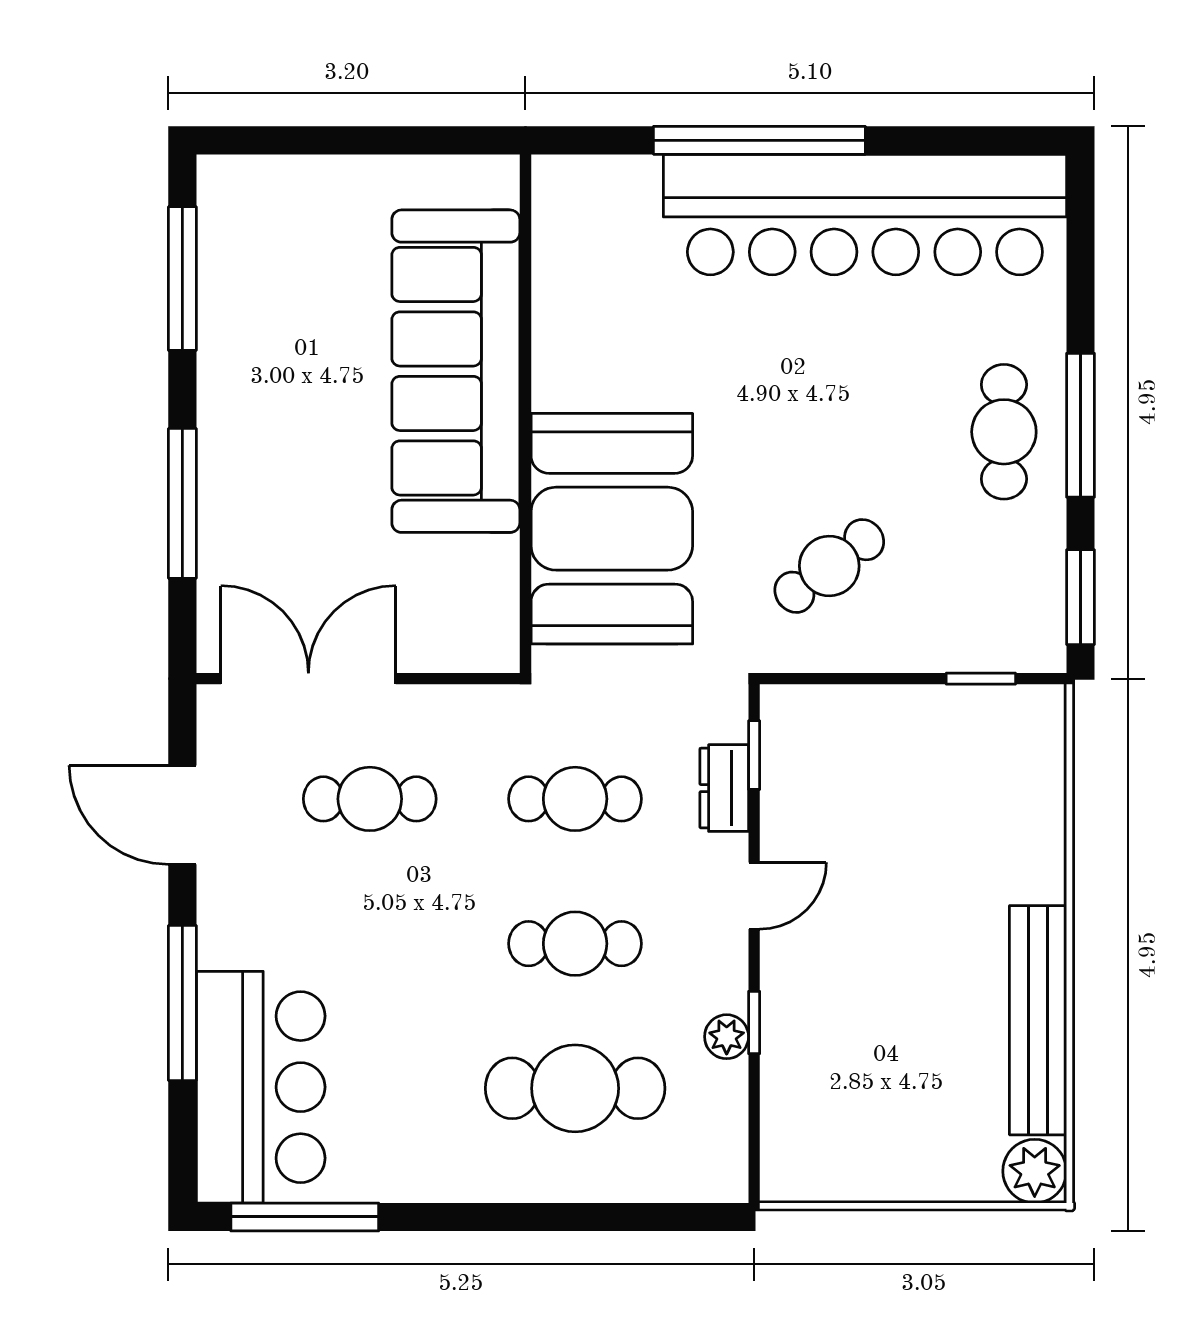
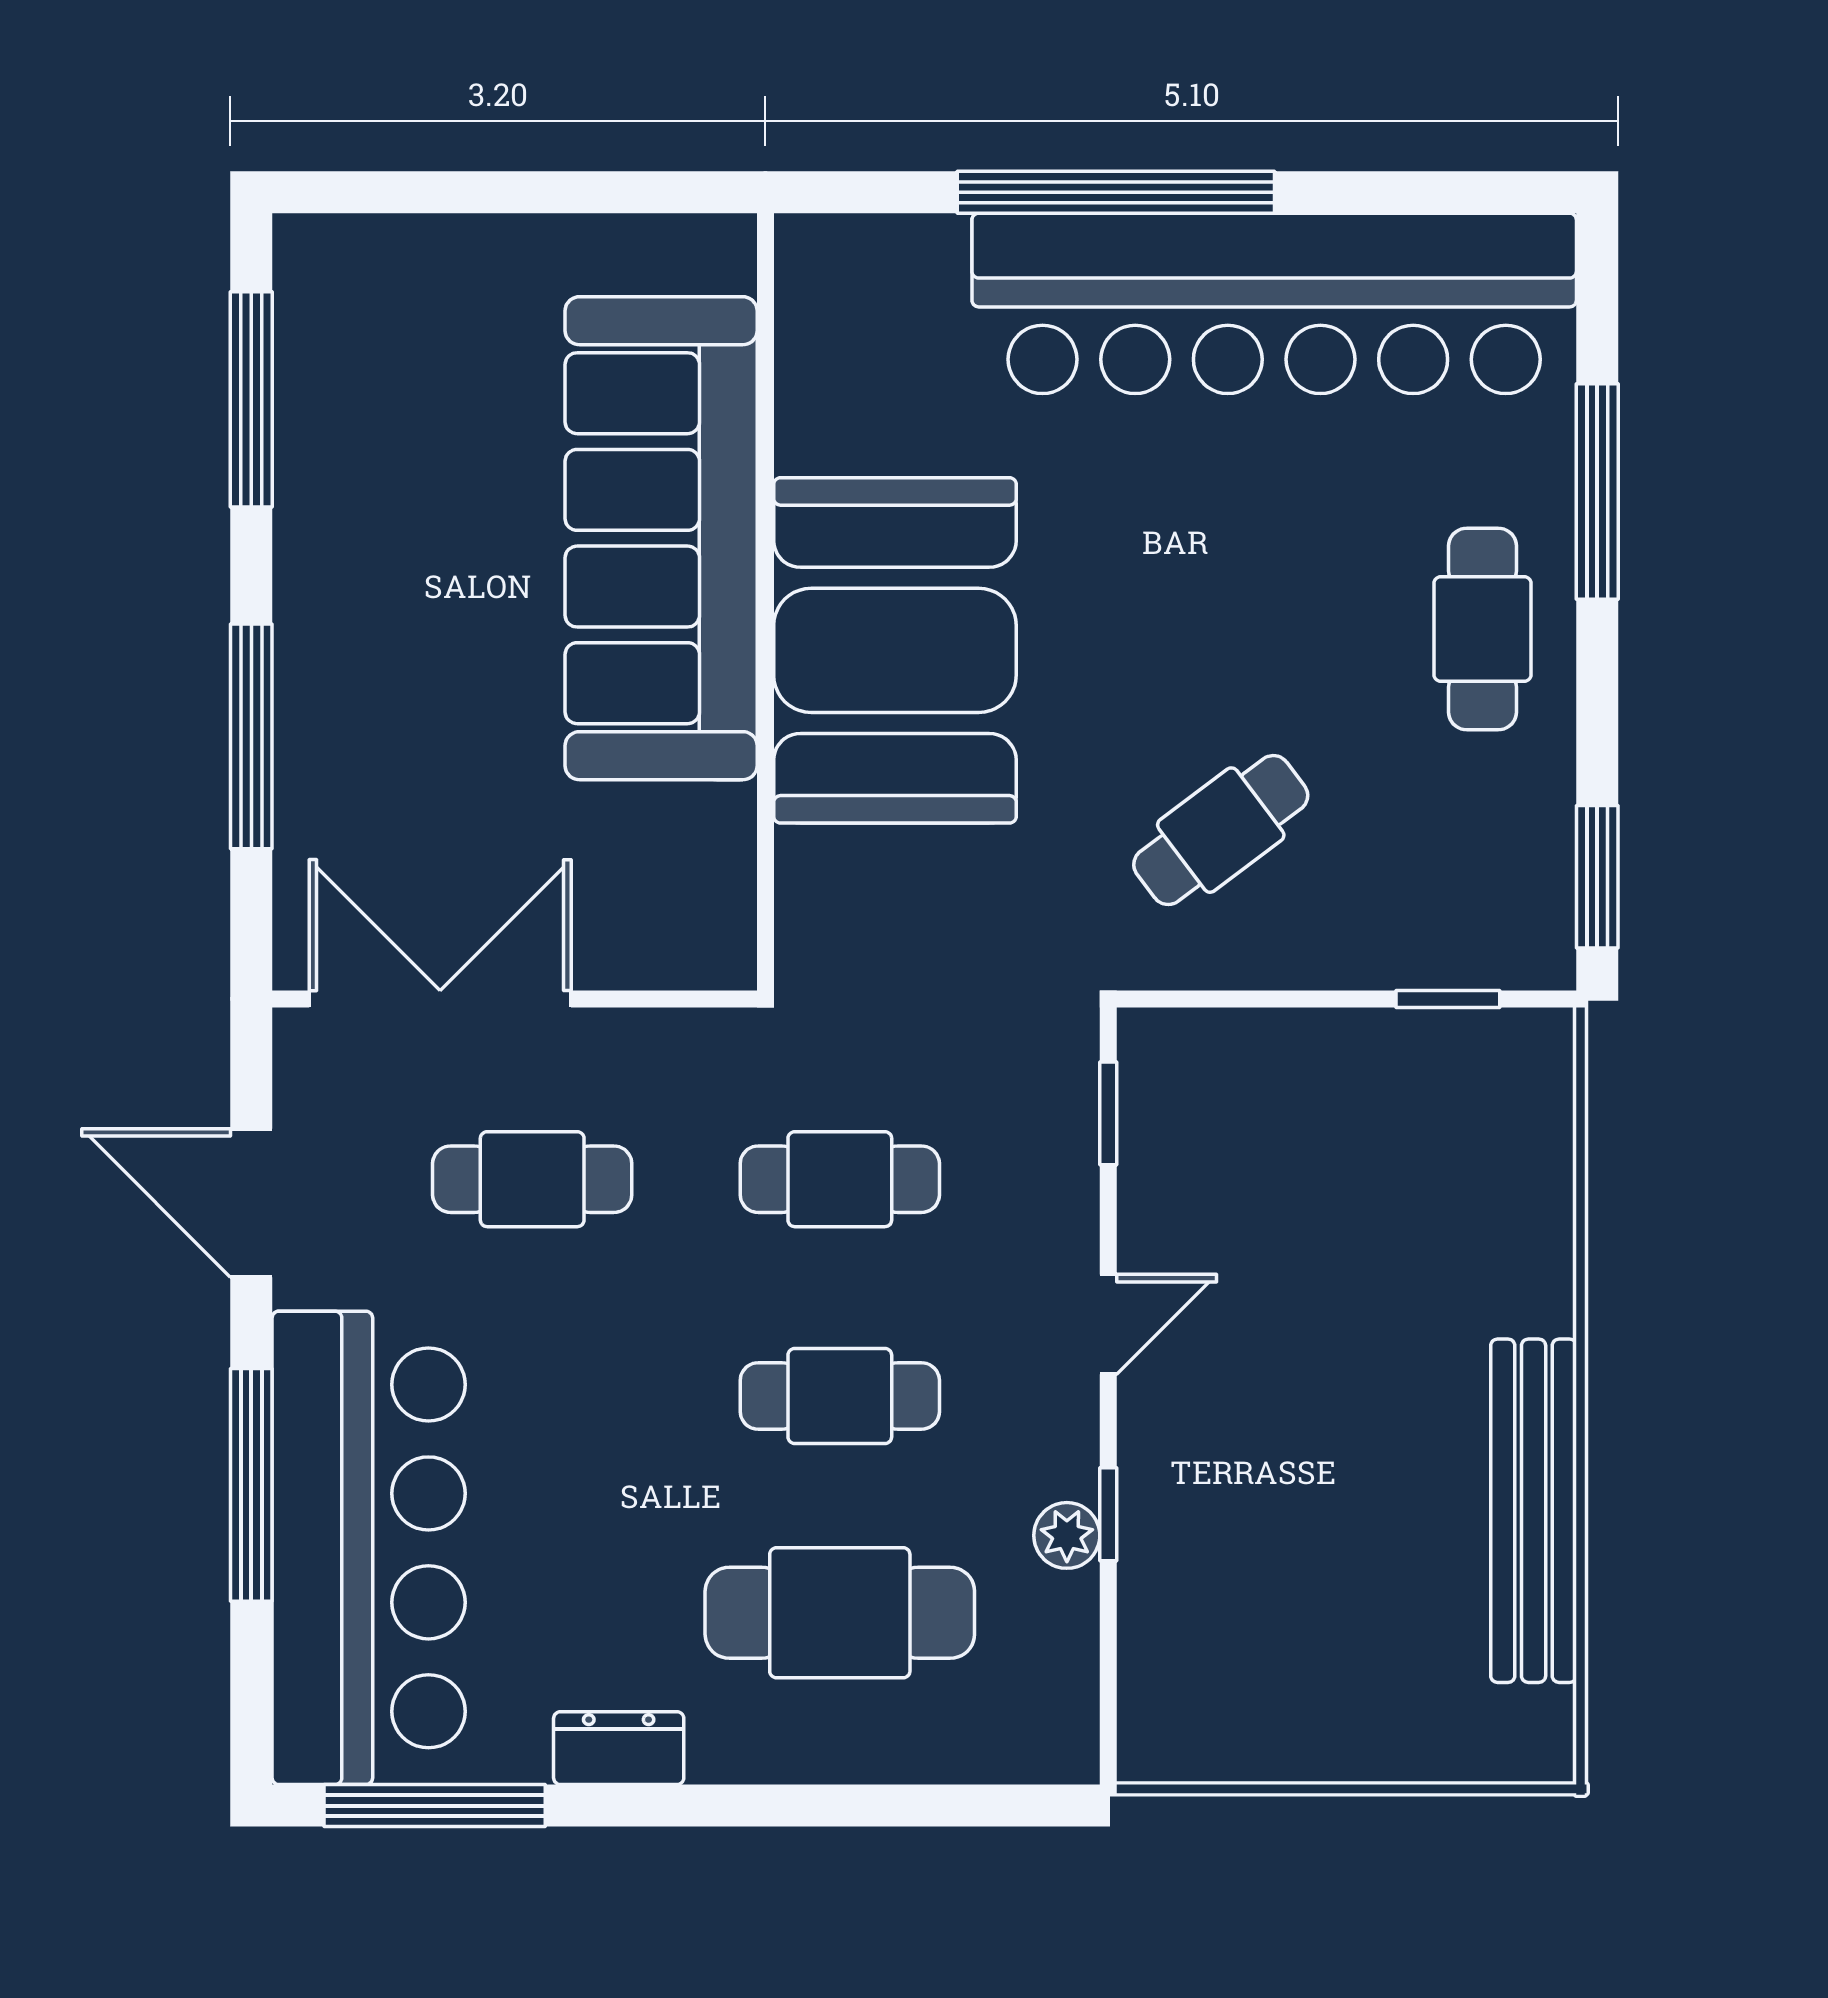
window: (1080, 425) -> (1597, 491), moved
booth: (612, 529) -> (895, 650), moved
dresser: (724, 788) -> (619, 1748), moved, turned 90
bar counter: (261, 1087) -> (369, 1548), width x1.36
plant: (1035, 1171) -> (1529, 1737), removed

